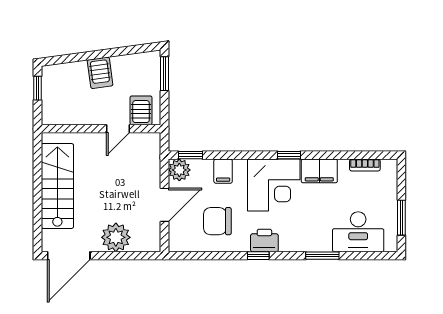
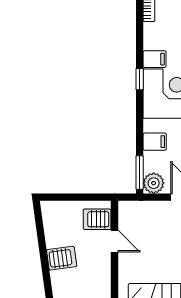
window: (164, 74) -> (62, 197), removed
window: (190, 155) -> (140, 173), width x1.50
filing cabinet: (319, 171) -> (155, 59), width x0.50

